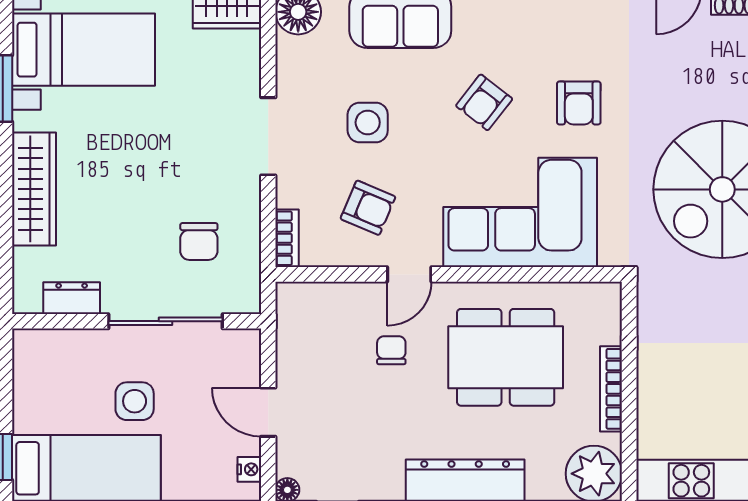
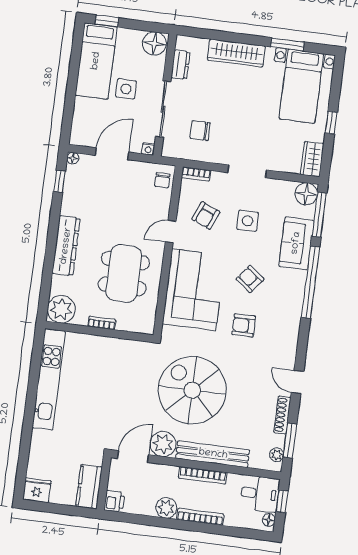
door: (409, 274) -> (171, 232), hinge flipped
chair: (391, 350) -> (162, 180), moved, turned 90
floor lamp: (36, 356) -> (154, 44), added
bookcase: (611, 389) -> (102, 323), width x0.64
door: (268, 412) -> (112, 154), width x1.38
nightstand: (249, 469) -> (148, 149), moved

